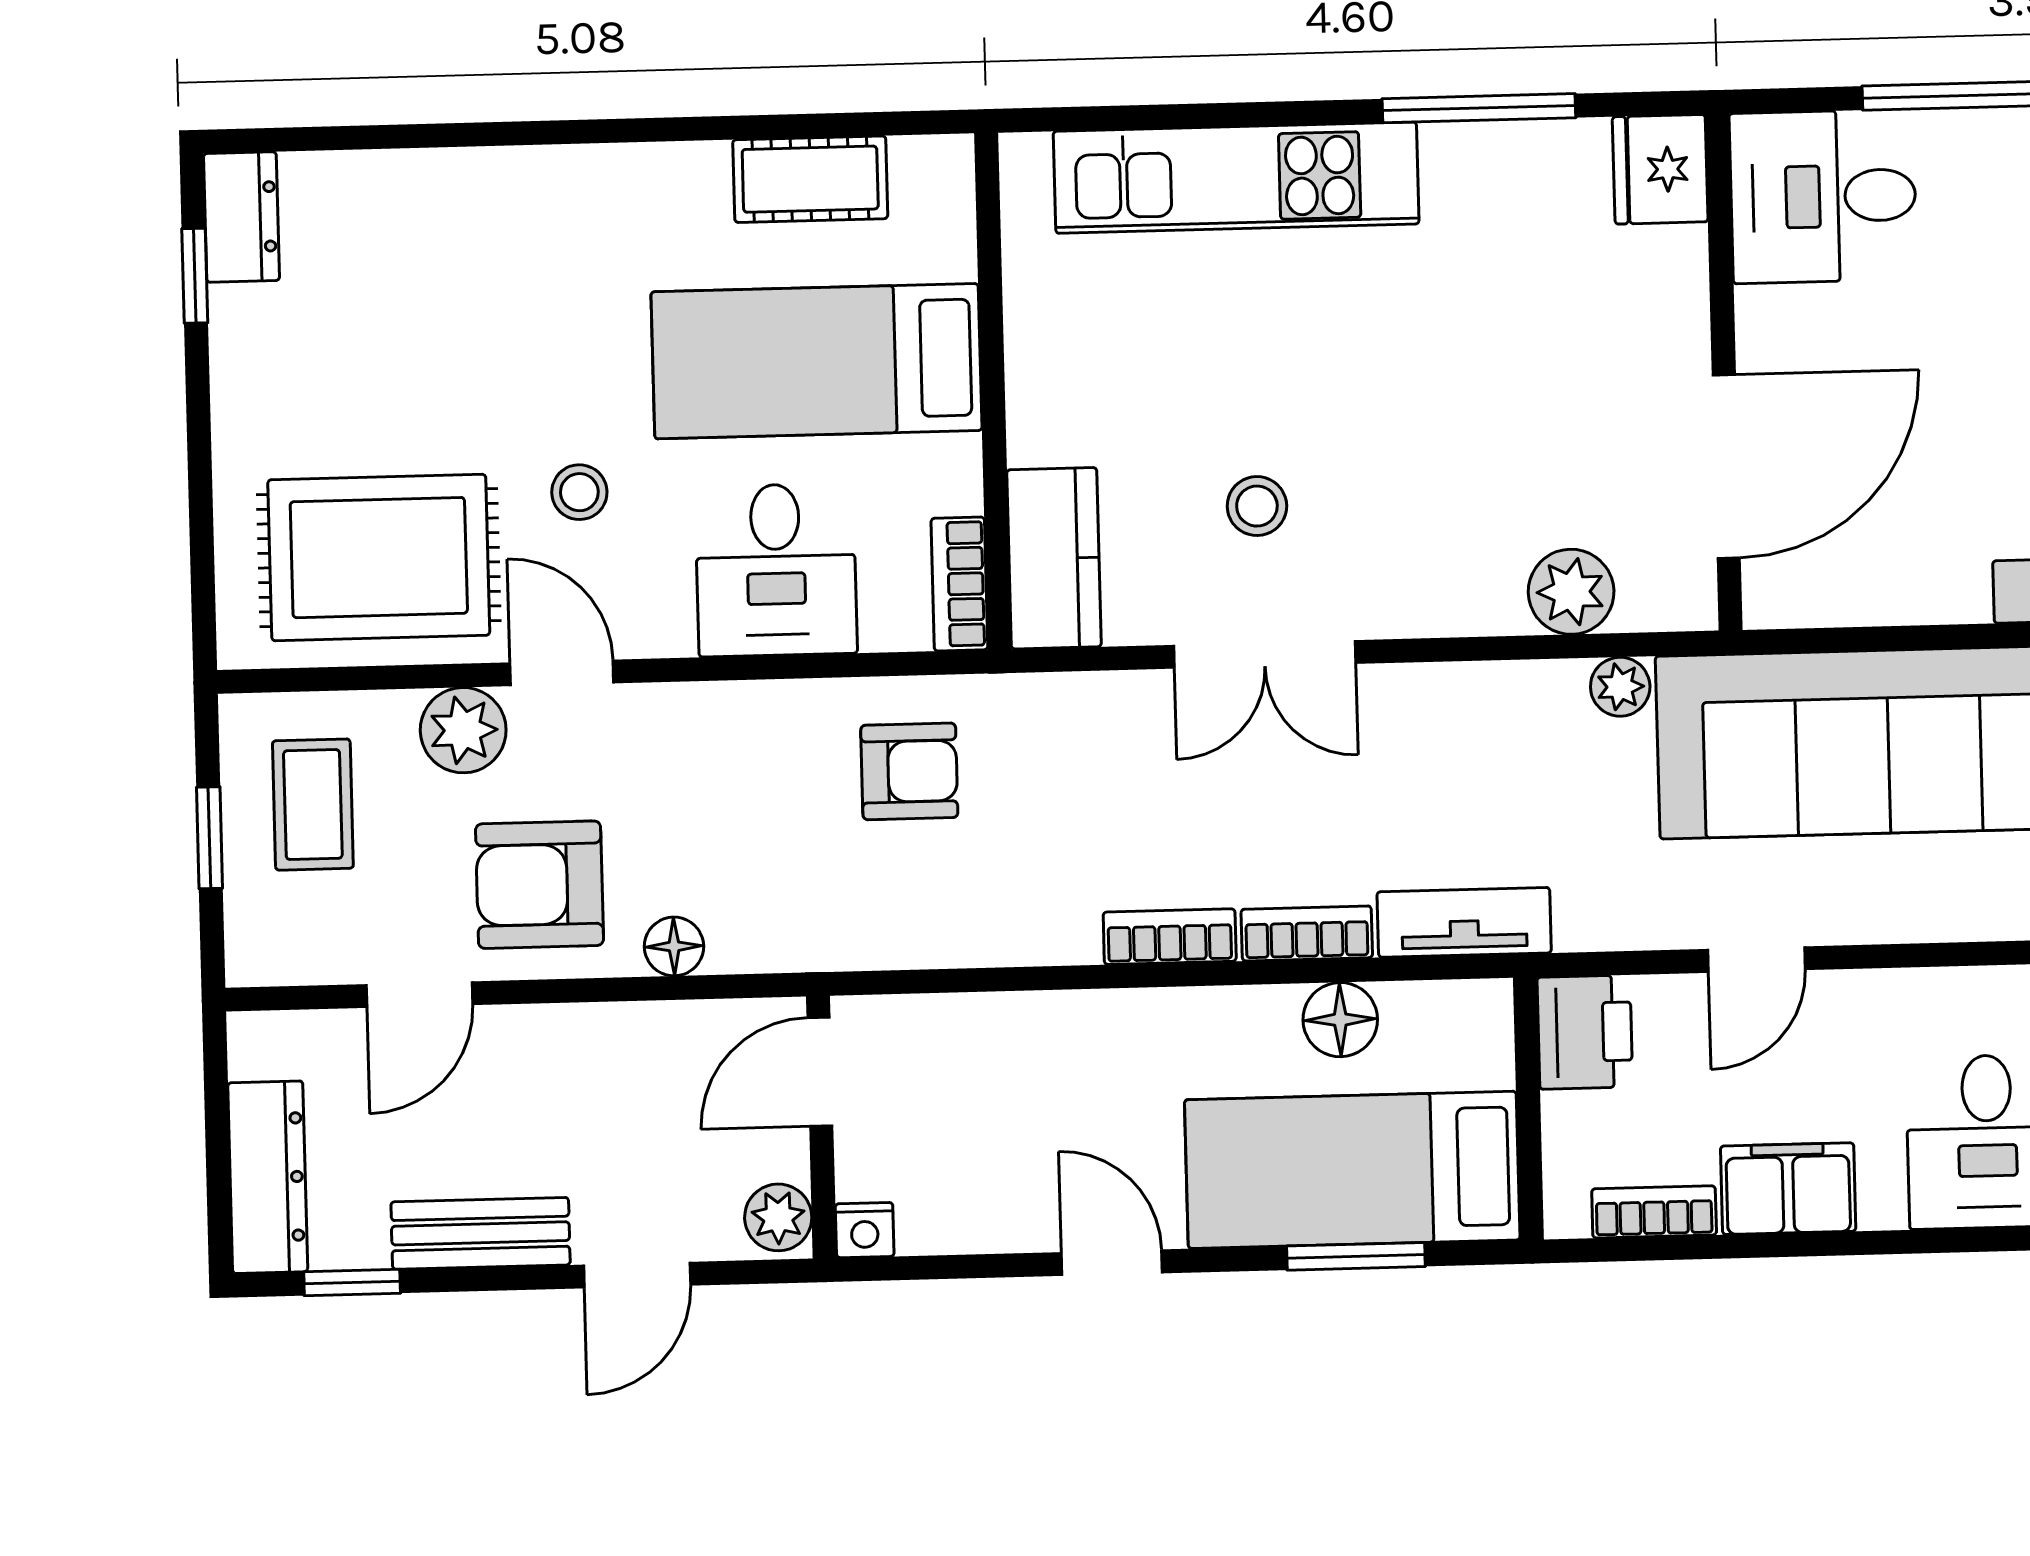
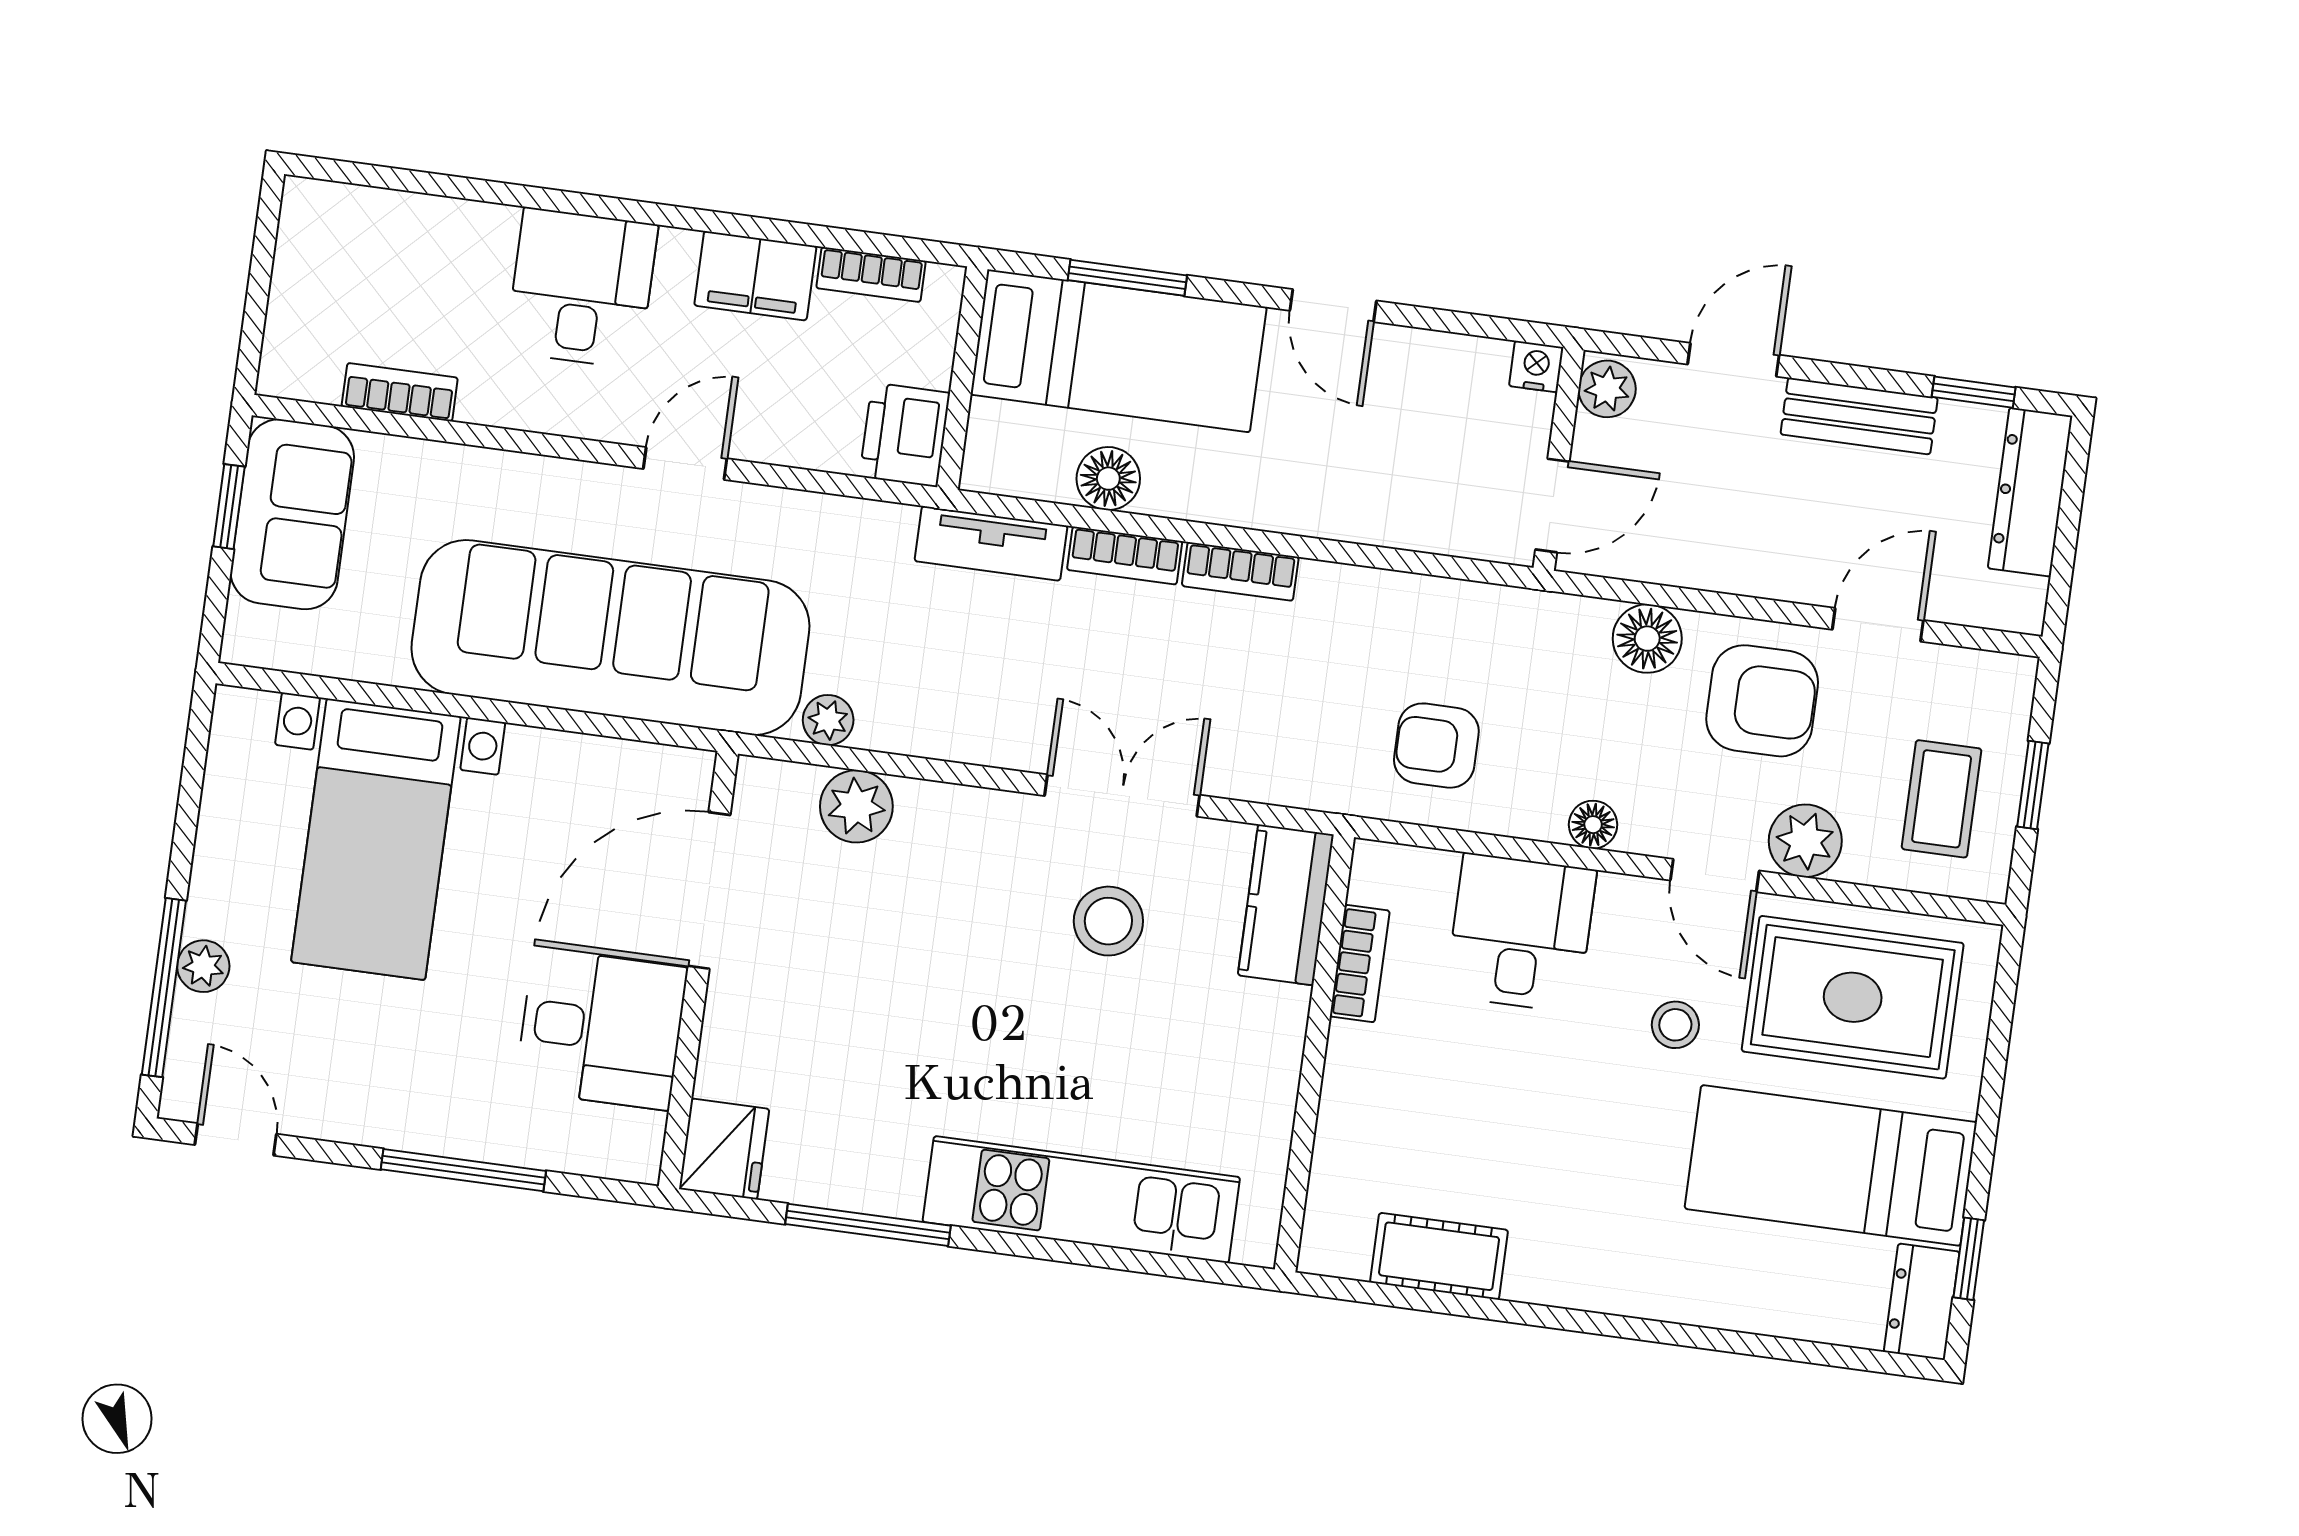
desk: (1823, 196) -> (601, 1029), moved
bed: (817, 361) -> (1831, 1165), moved, turned 180
stool: (1257, 506) -> (1108, 921), width x1.37, depth x1.37
bookcase: (959, 584) -> (1360, 964), moved
floor lamp: (713, 709) -> (1593, 825), added
floor lamp: (674, 946) -> (1647, 639), width x1.37, depth x1.37
door: (1756, 960) -> (685, 464), moved

